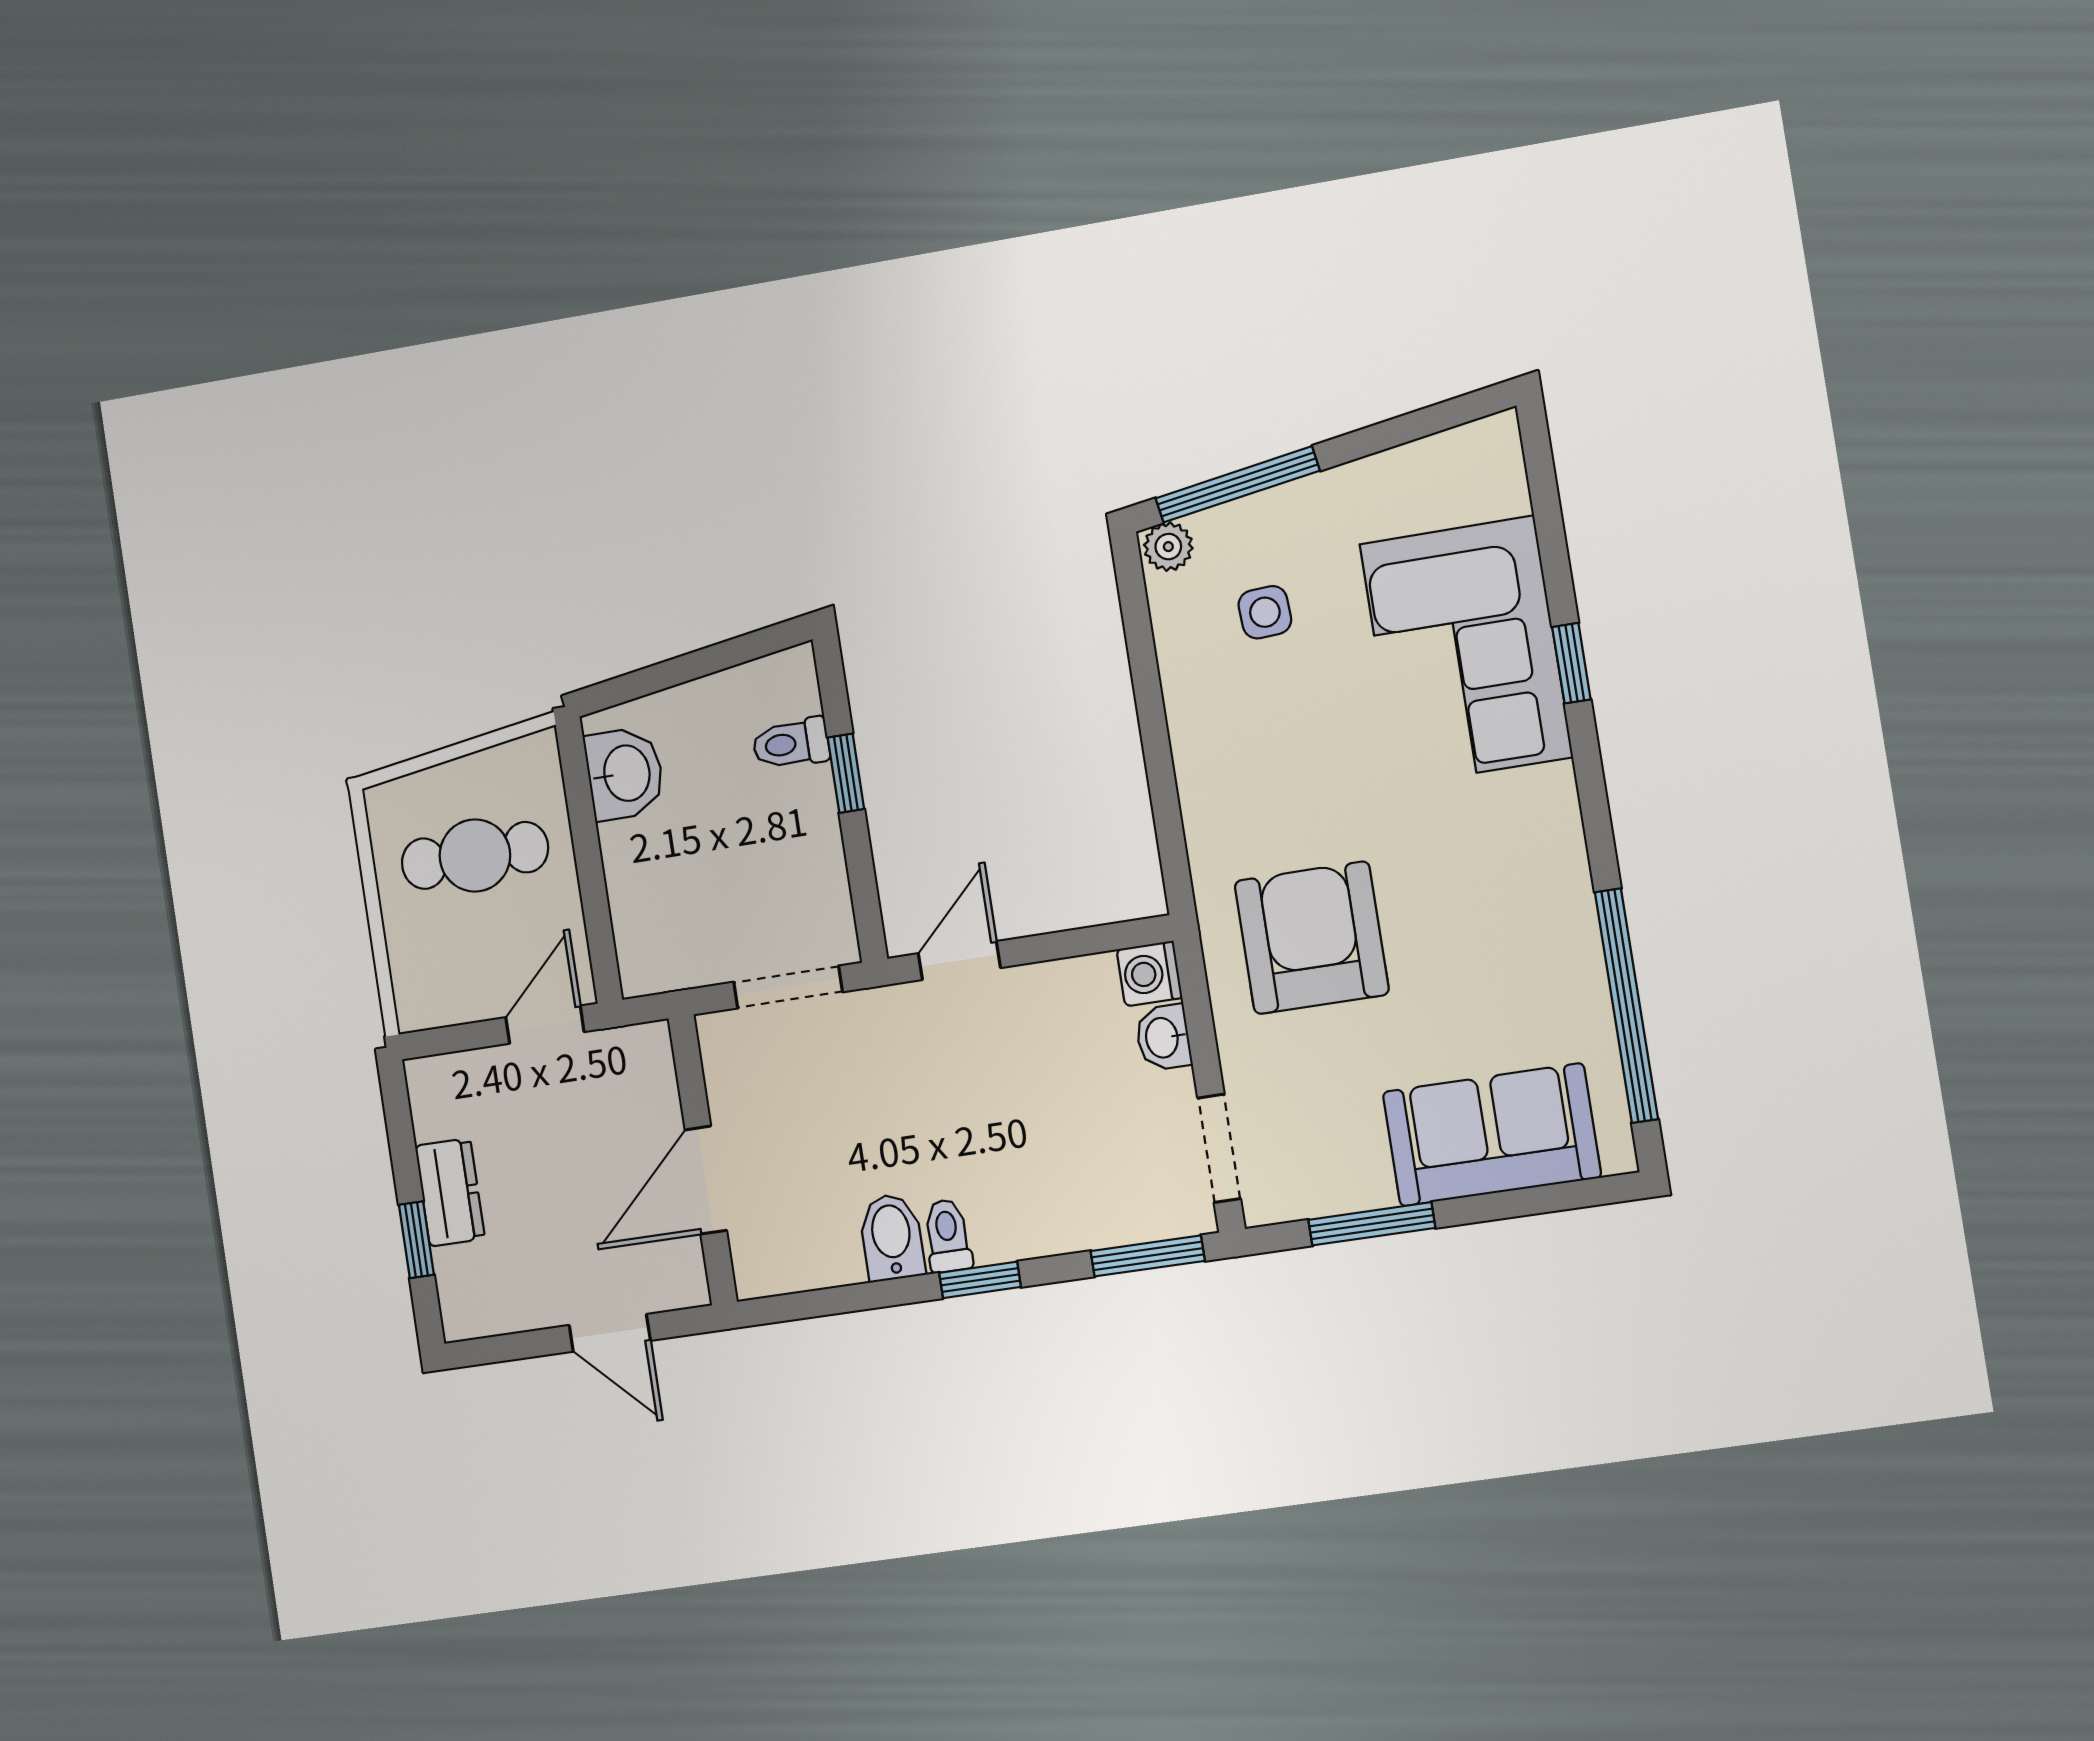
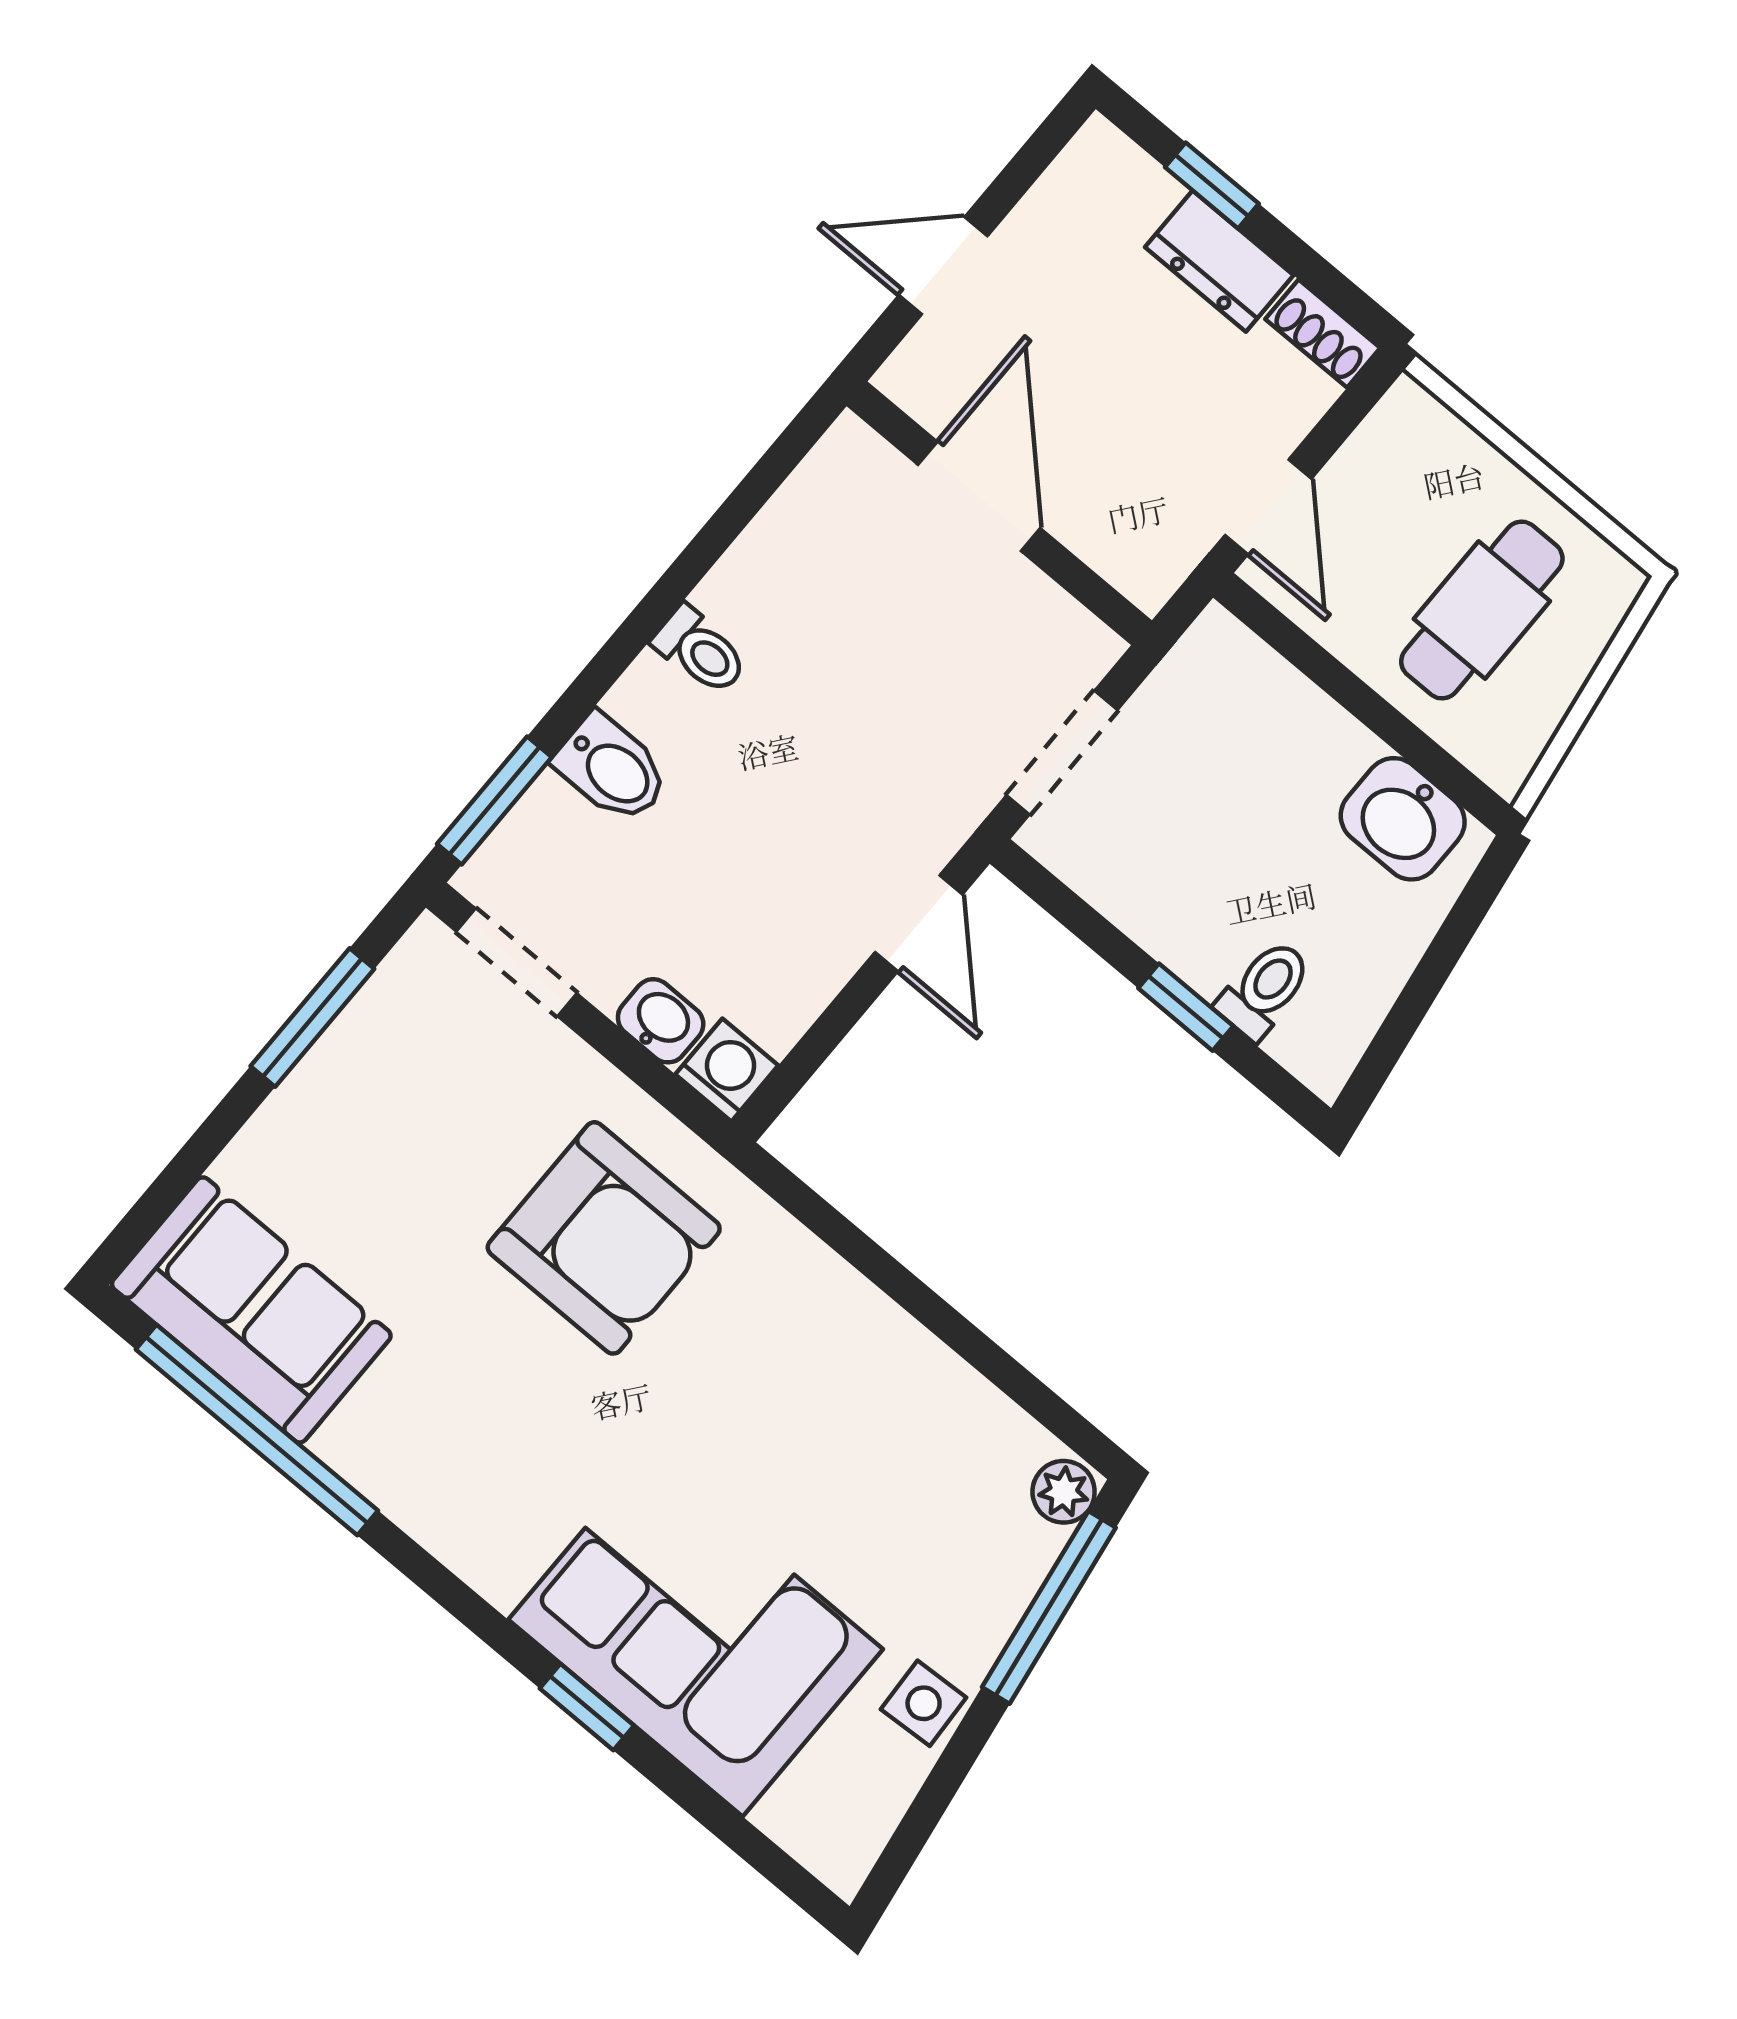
side table: (1265, 612) -> (924, 1703), moved
shoe rack: (427, 1097) -> (1323, 334), added
sofa: (1492, 1135) -> (251, 1310), moved, turned -90
bidet: (892, 1237) -> (612, 769), moved
window: (980, 1280) -> (632, 636), removed

